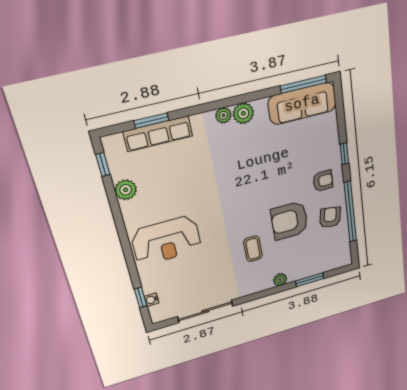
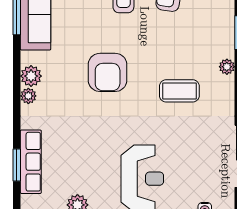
armchair: (290, 221) -> (108, 72), moved
coffee table: (253, 249) -> (179, 91), width x1.36, depth x1.30

